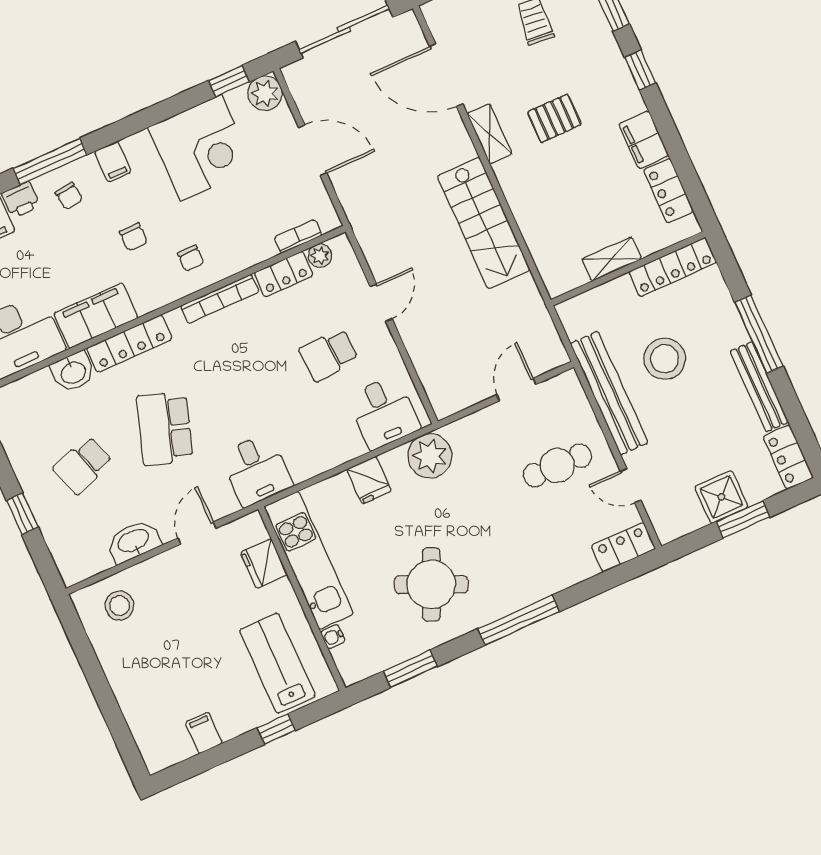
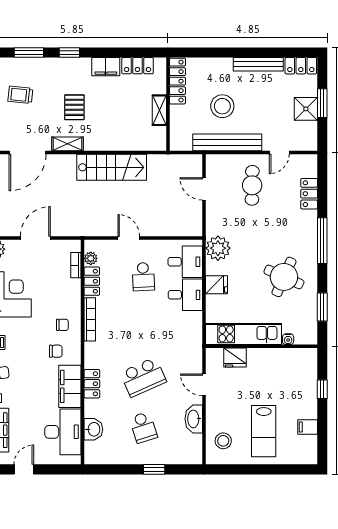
chair: (133, 237) -> (56, 351), moved
window: (759, 334) -> (231, 52), removed
locker: (129, 344) -> (92, 384), width x0.66
washbasin: (73, 372) -> (93, 429), moved
school desk: (165, 428) -> (143, 377), turned -42
desk: (256, 470) -> (185, 295), moved
locker: (623, 547) -> (309, 194), moved
lab bench: (277, 663) -> (264, 431), moved, turned -90

